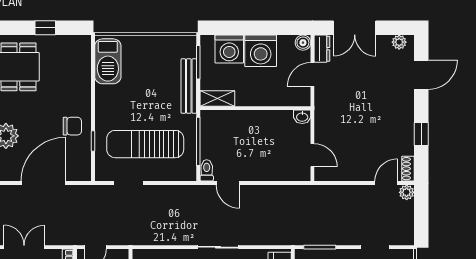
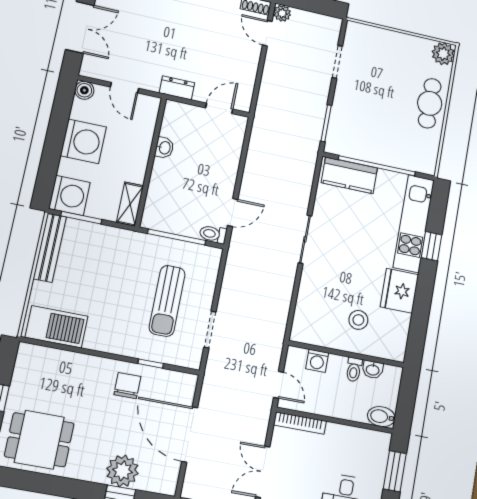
washing machine: (229, 49) -> (69, 196), moved
dresser: (322, 49) -> (177, 88), moved
bench: (189, 86) -> (50, 248), moved, turned 90
washbasin: (302, 117) -> (164, 148), moved
sun lounger: (145, 144) -> (167, 301), width x0.73, depth x0.75

